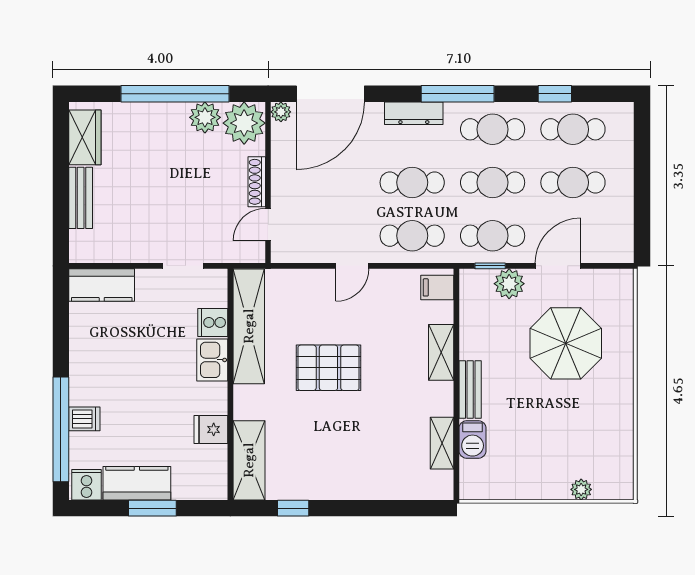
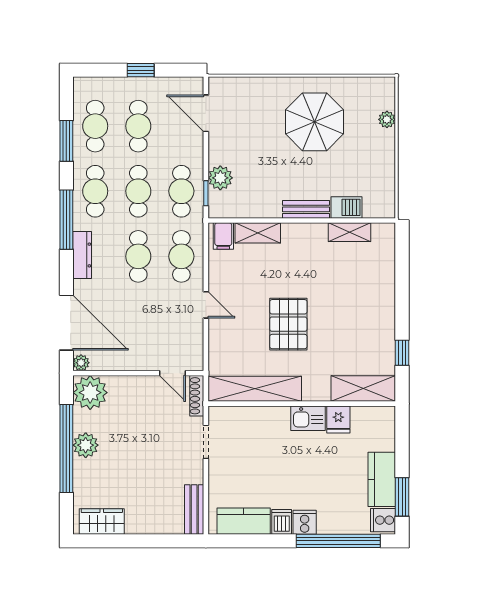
window: (555, 94) -> (66, 141), width x1.50
plant: (205, 117) -> (86, 445), moved
shoe rack: (257, 182) -> (197, 396), moved, turned 90
window: (642, 185) -> (141, 70), added
bench: (81, 198) -> (194, 509), moved, turned 90
door: (558, 266) -> (206, 113), moved
kitchen counter: (102, 285) -> (244, 521), moved, turned -90
cooker: (213, 322) -> (305, 522), moved, turned 180
parasol: (566, 343) -> (314, 122), moved
shelving: (441, 352) -> (258, 233), moved
kitchen sink: (212, 360) -> (308, 418), moved
dishwasher: (84, 419) -> (282, 522), moved
window: (152, 508) -> (402, 497), moved

